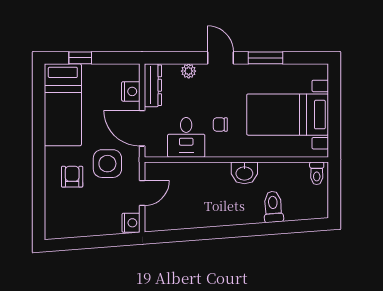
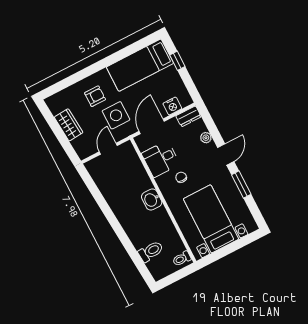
dresser: (153, 85) -> (188, 116), width x0.70
washbasin: (244, 173) -> (152, 200), moved
door: (142, 193) -> (108, 149), swing flipped
toilet: (273, 207) -> (151, 251), moved
nightstand: (131, 223) -> (85, 151), removed
wardrobe: (90, 225) -> (69, 125), added

